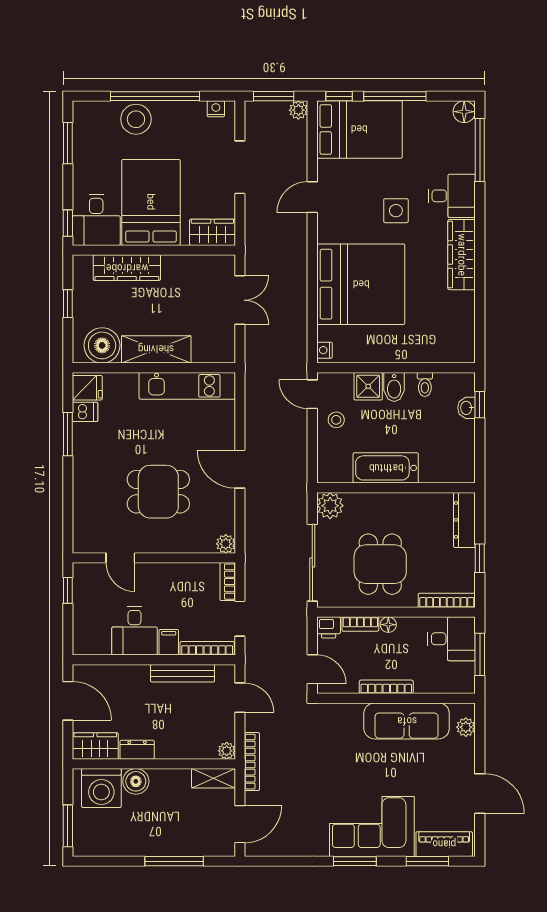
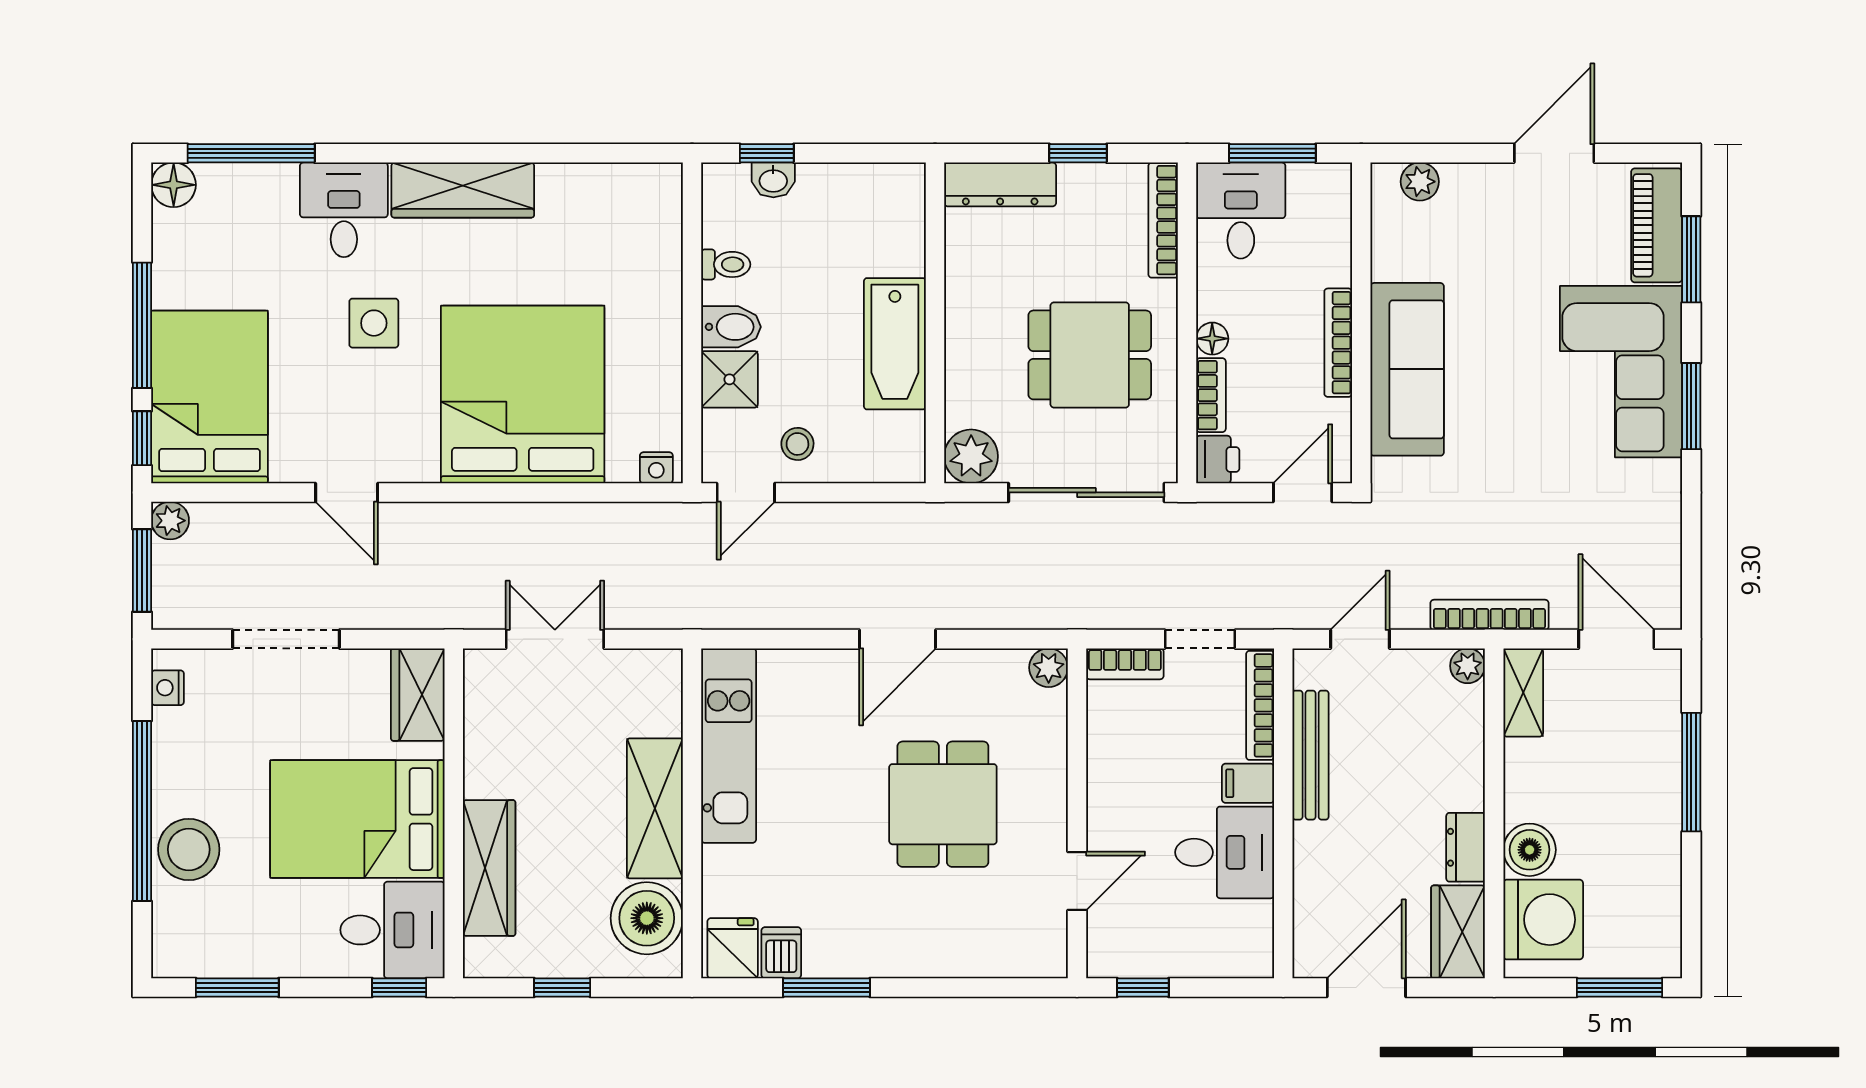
sofa: (407, 721) -> (1407, 369), moved

